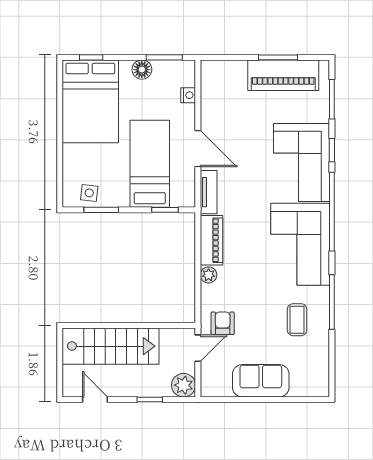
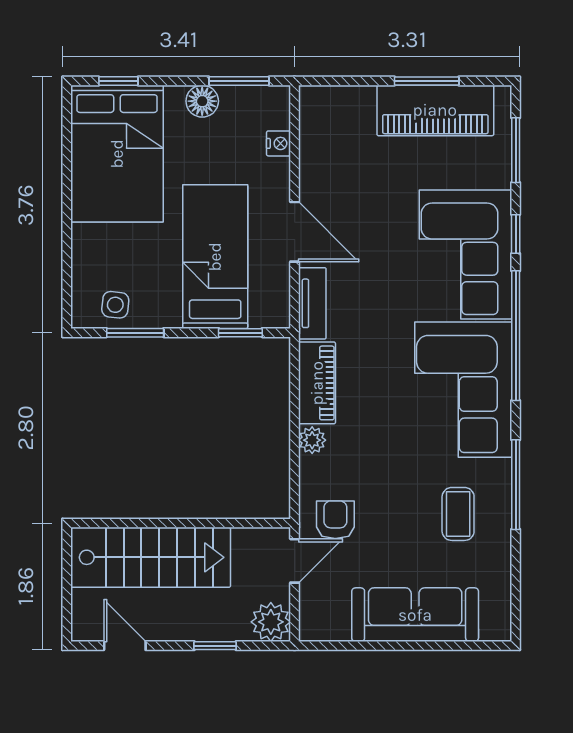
sofa: (261, 381) -> (415, 615), width x1.36

